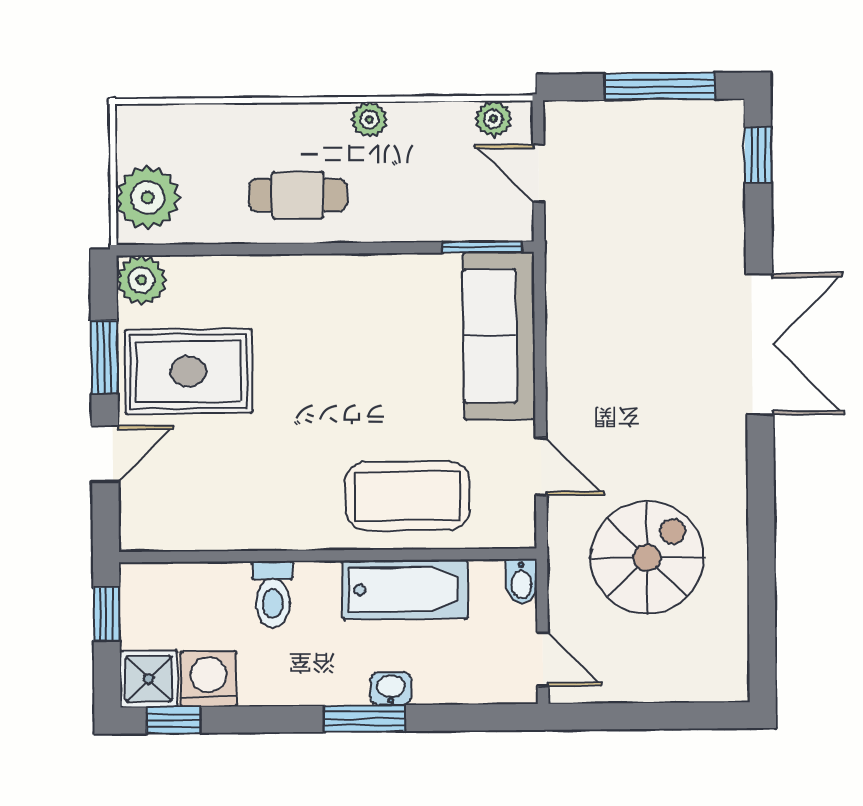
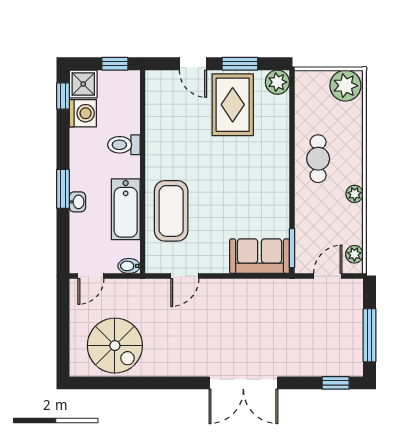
plant: (148, 198) -> (345, 86), moved
sofa: (499, 336) -> (260, 256), width x0.73
spiral stairs: (647, 558) -> (115, 346), moved

